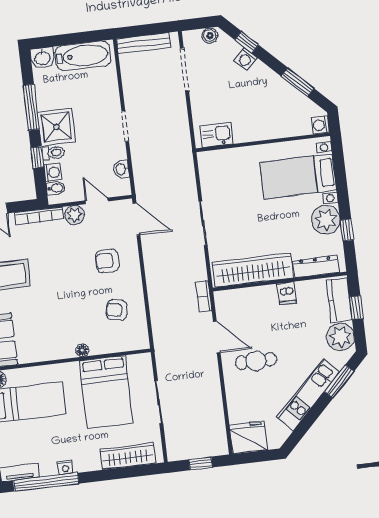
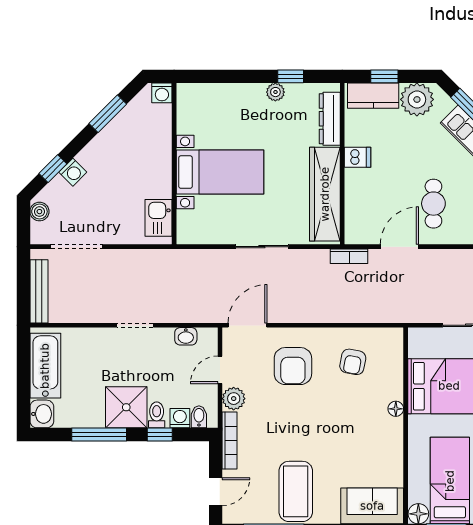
bed with nightstands: (298, 176) -> (220, 172), moved, turned -90
plant: (326, 220) -> (275, 92), width x0.53, depth x0.53
armchair: (107, 261) -> (293, 366), width x1.38, depth x1.38

